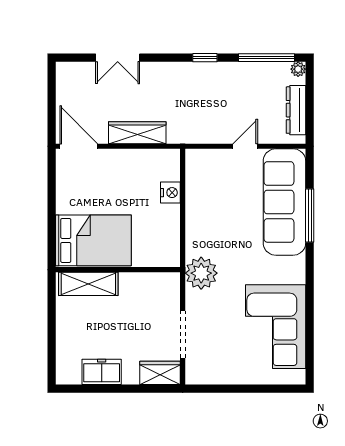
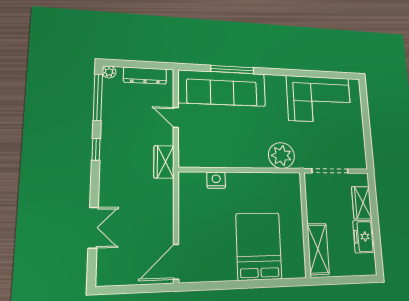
wardrobe: (137, 133) -> (164, 162), moved, width x0.67
wall: (118, 270) -> (305, 224), moved
shelving: (88, 284) -> (318, 249), moved
wardrobe: (160, 373) -> (362, 203), moved

